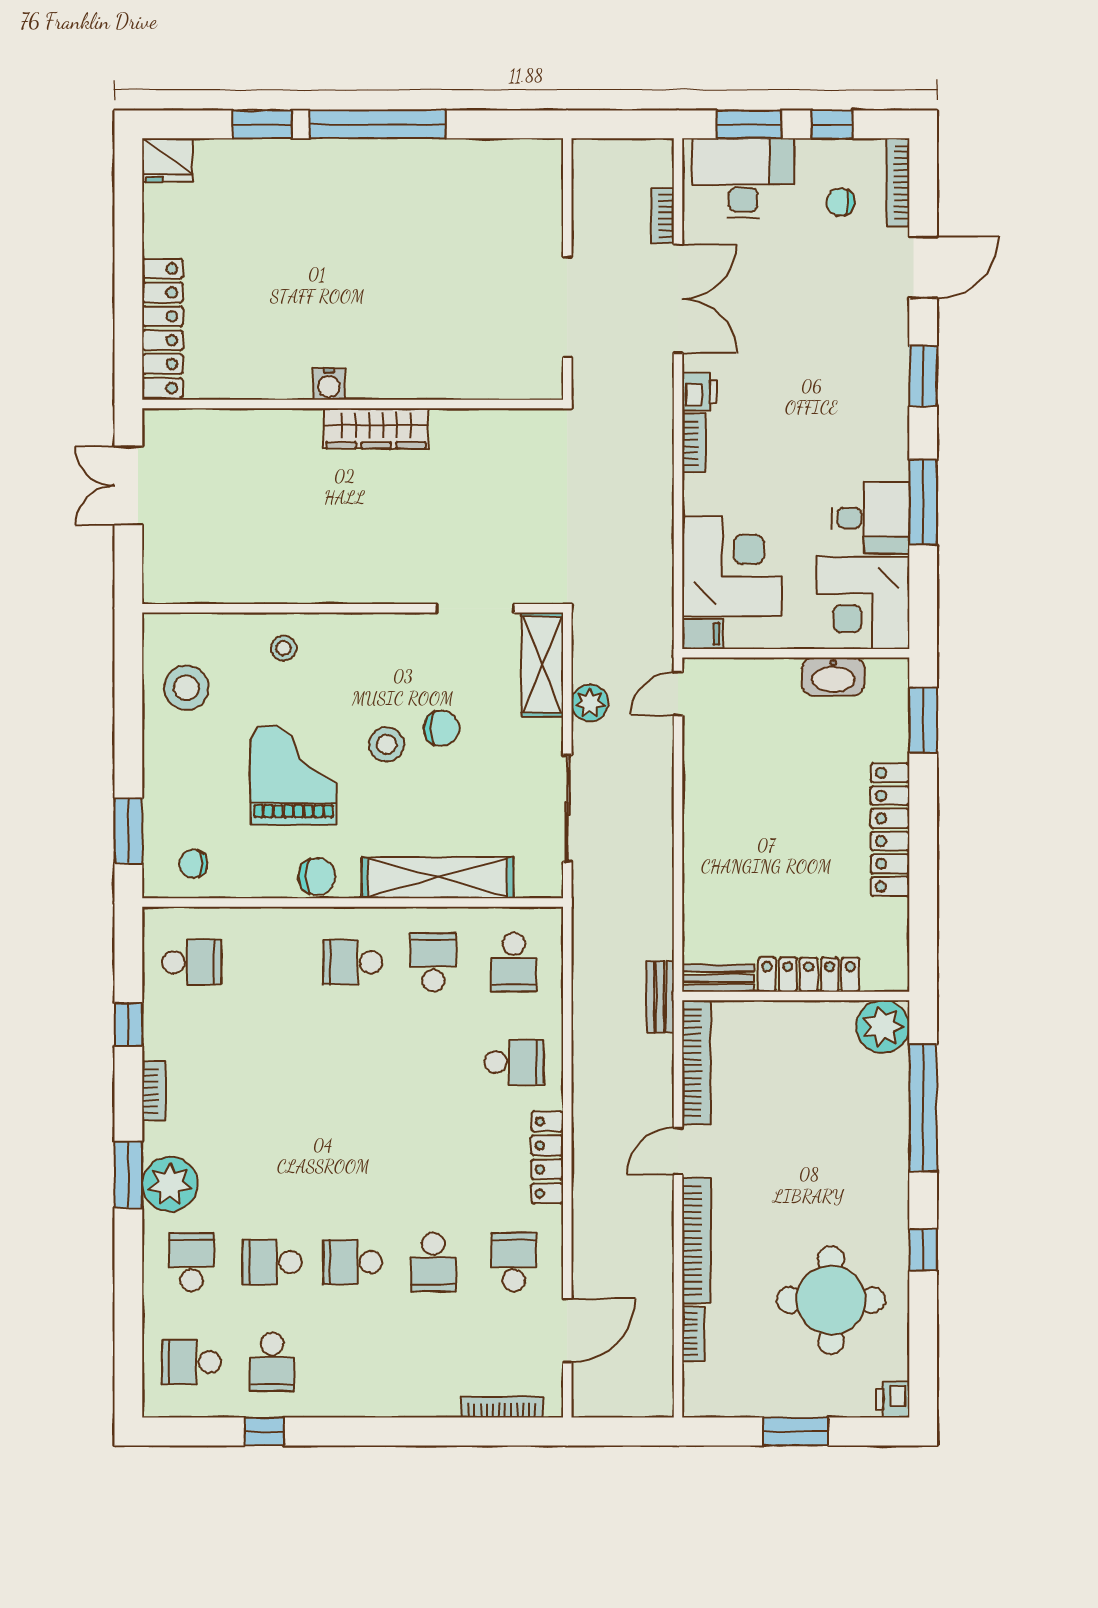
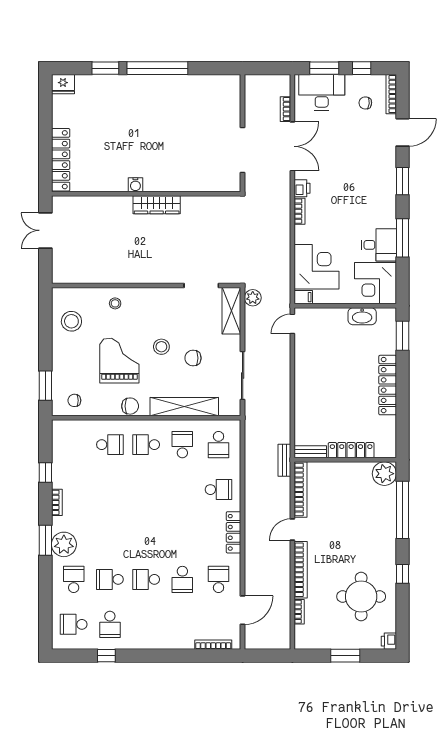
plant: (590, 703) -> (253, 298), moved
chair: (441, 728) -> (193, 358), moved, turned 180
school desk: (192, 962) -> (110, 445), moved

